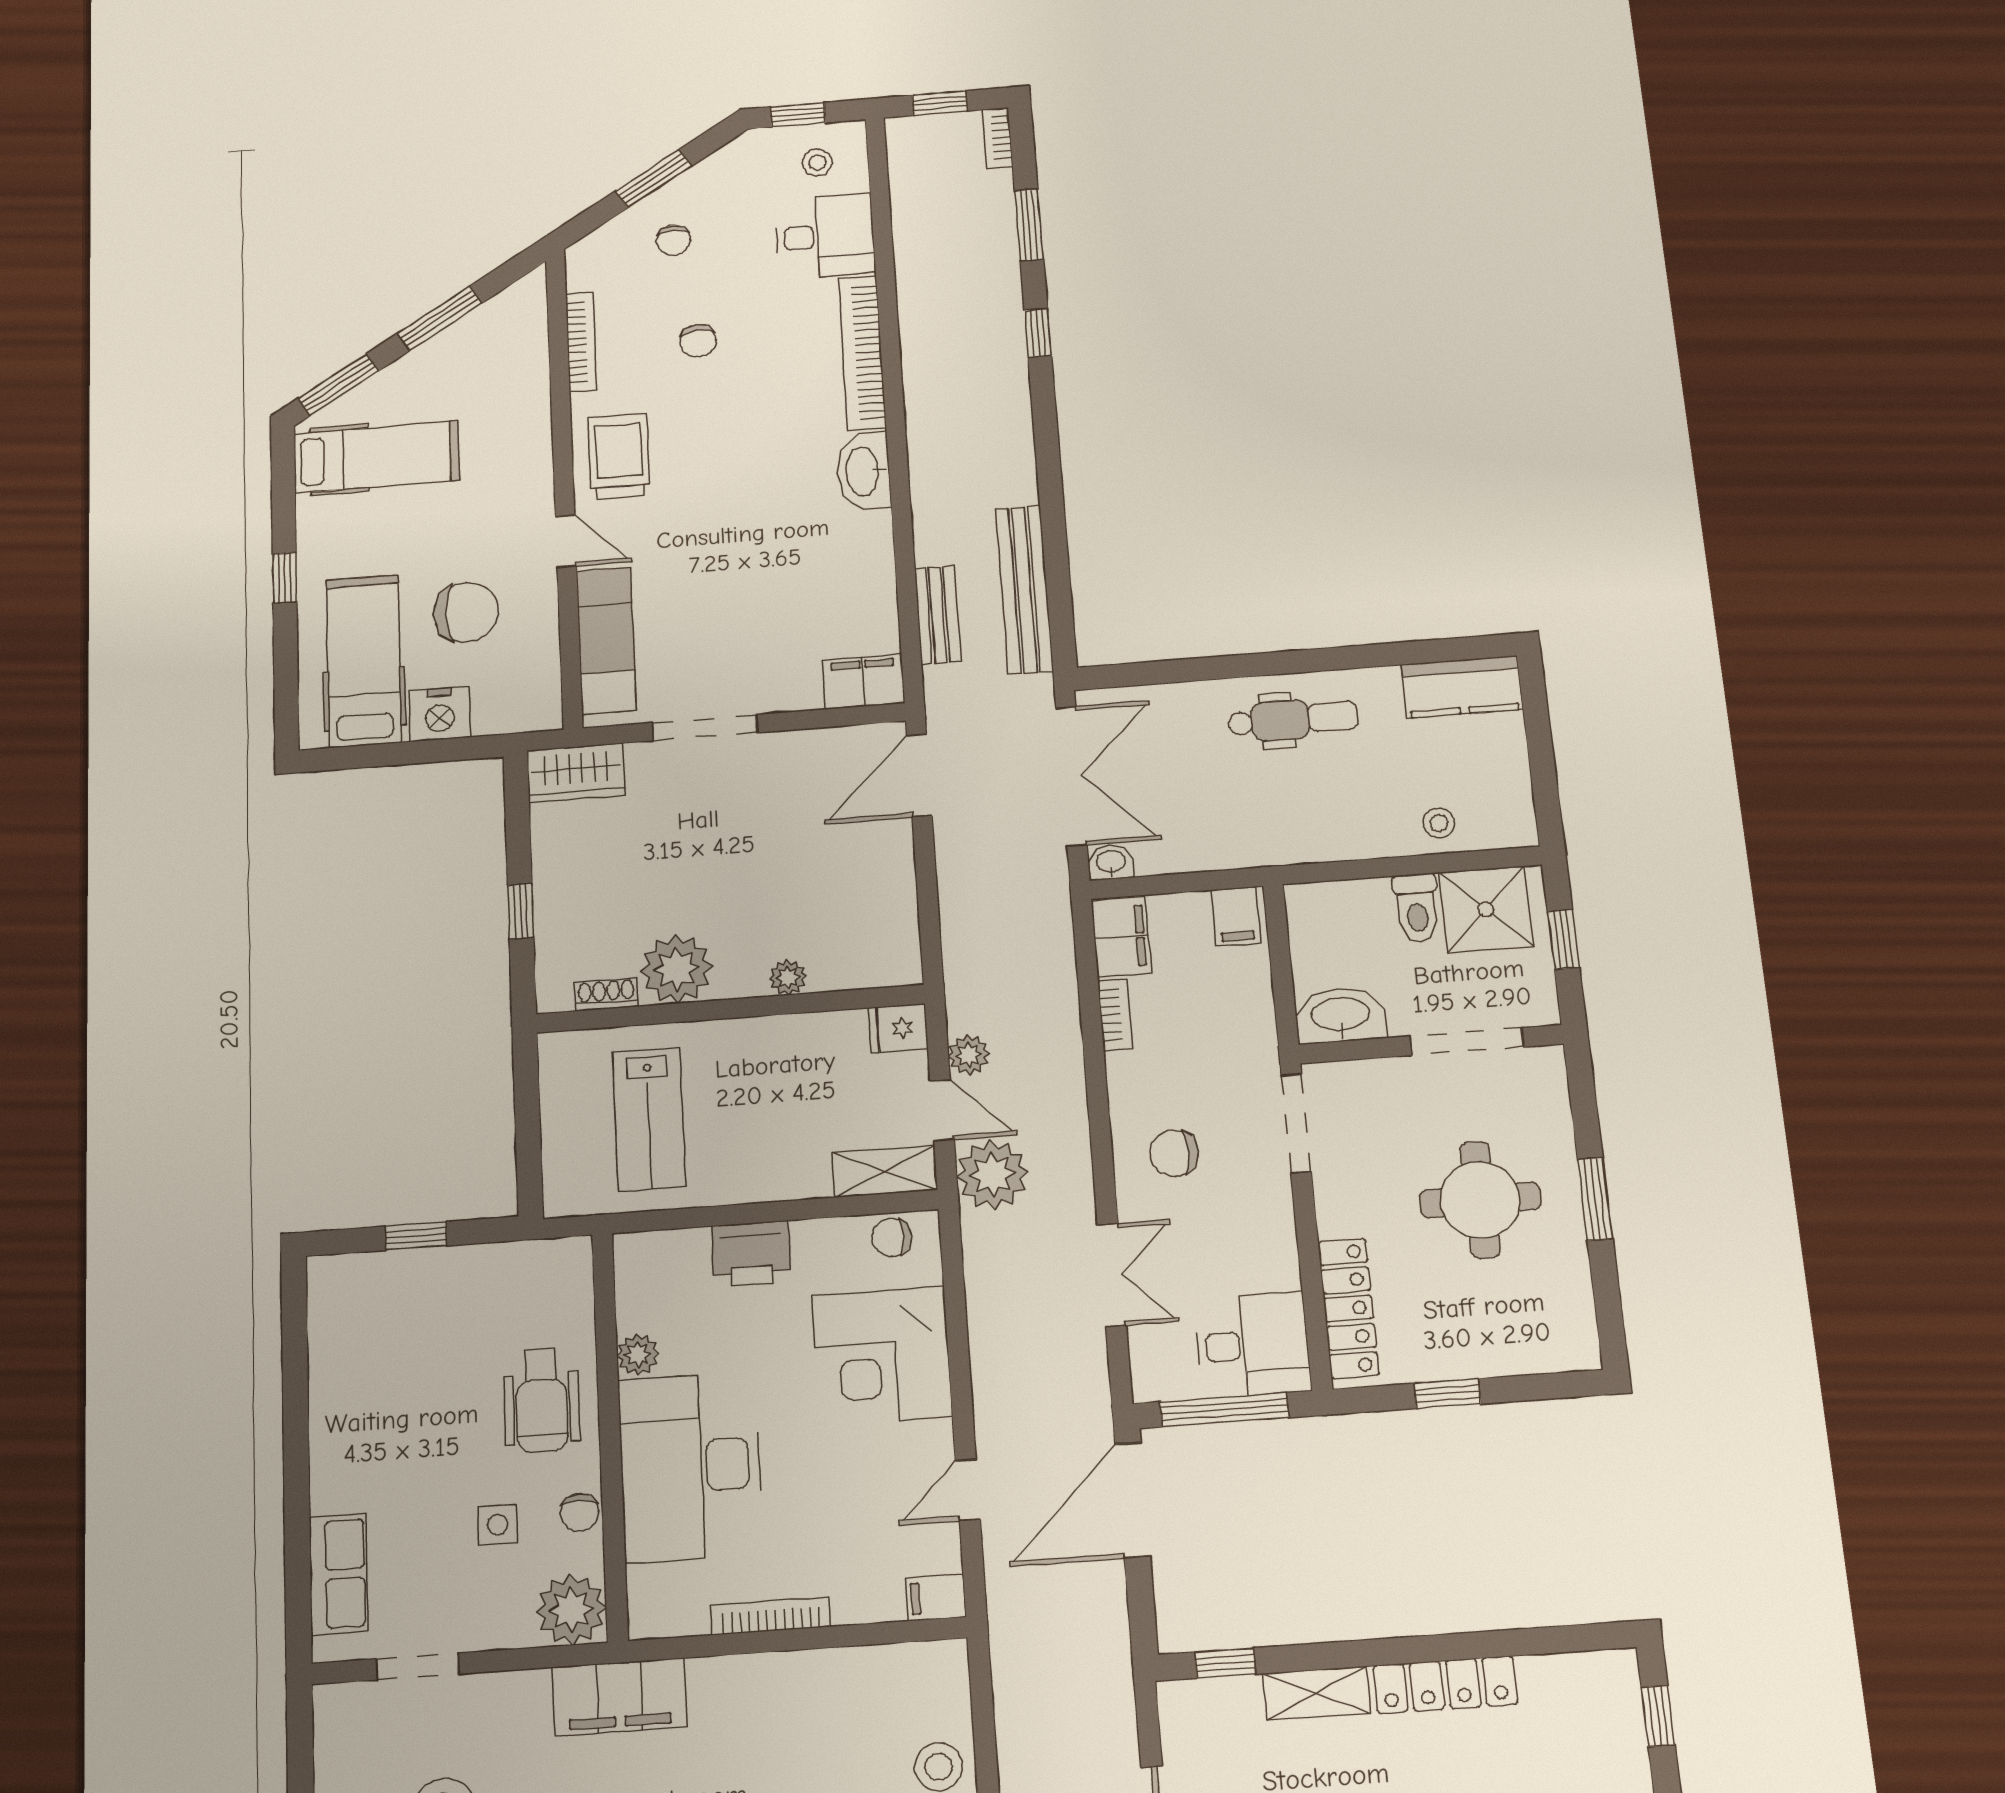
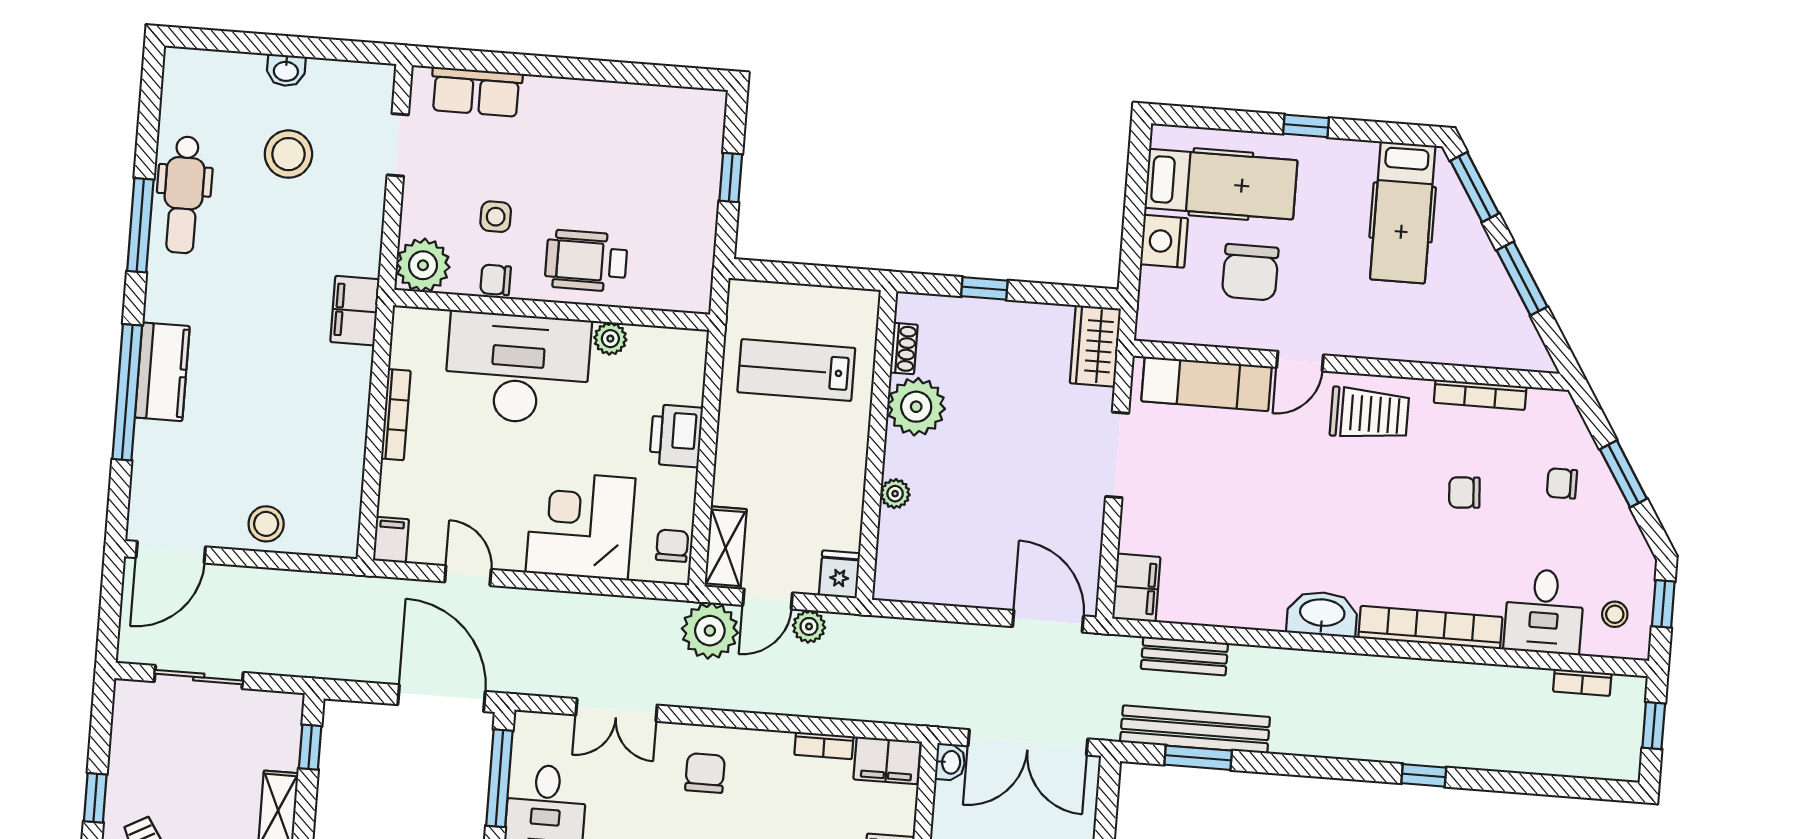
bookcase: (997, 138) -> (1582, 682), moved, turned 180
window: (1029, 225) -> (1198, 758), moved
filing cabinet: (619, 1697) -> (355, 311), width x0.67, depth x0.86

